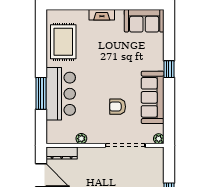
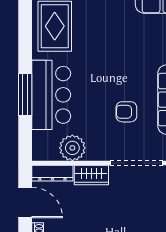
plant: (81, 139) -> (72, 148), width x1.87, depth x1.87
wardrobe: (91, 154) -> (91, 175), added

